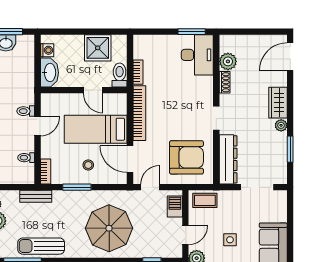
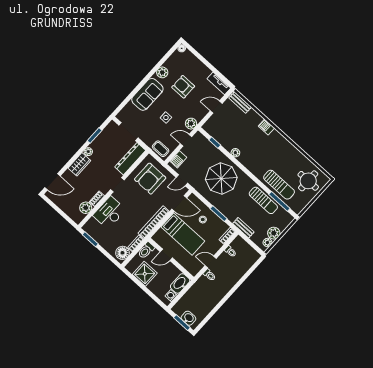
floor lamp: (143, 49) -> (122, 253), added
desk: (197, 55) -> (109, 213), moved
door: (93, 90) -> (166, 255), swing flipped
armchair: (186, 157) -> (150, 179), turned -90
door: (130, 159) -> (179, 203), hinge flipped

